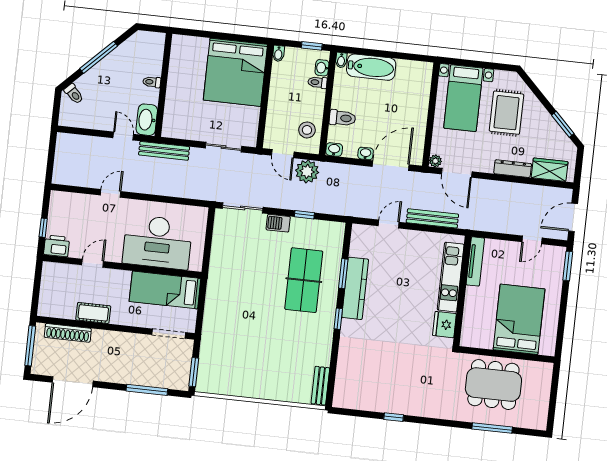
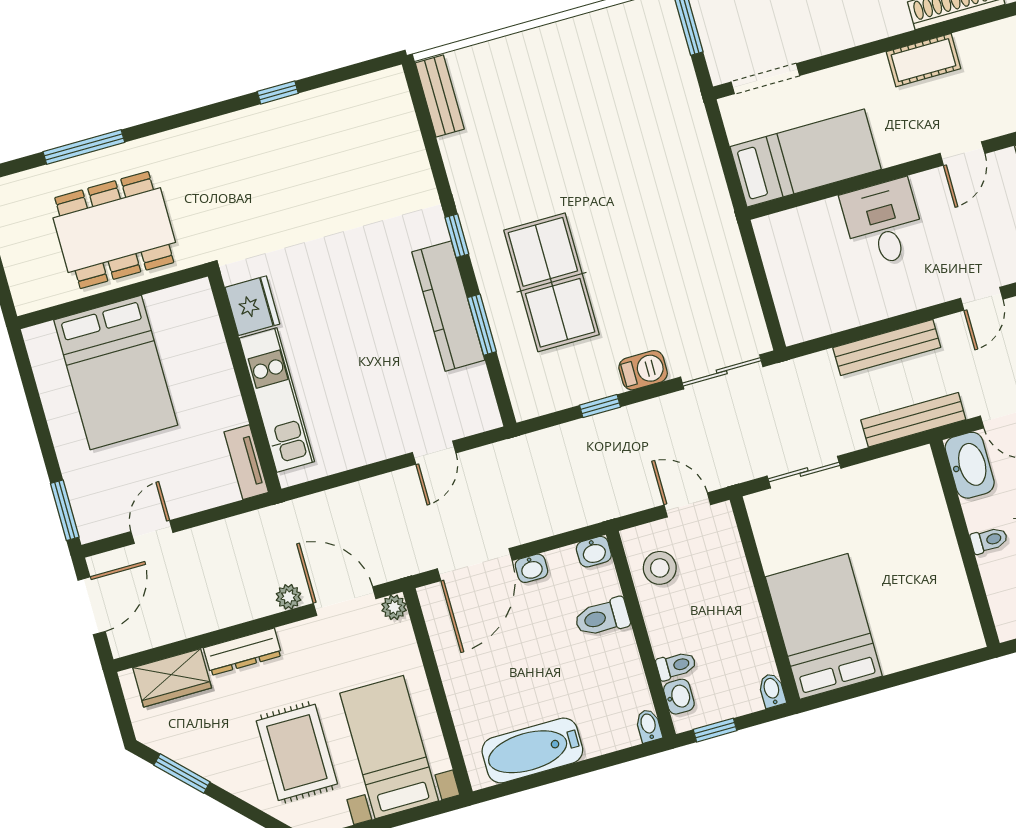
bathtub: (371, 67) -> (532, 750), moved
bed: (235, 72) -> (824, 626), width x0.73
plant: (307, 171) -> (289, 597), moved, width x0.53, depth x0.53
bench: (432, 218) -> (887, 347), moved
desk: (158, 242) -> (883, 223), width x0.53, depth x0.77
tv unit: (475, 261) -> (246, 462), width x0.71

